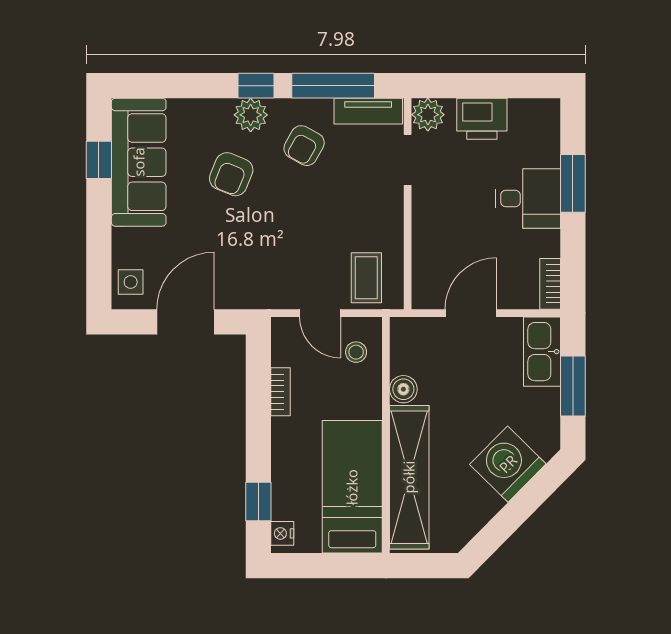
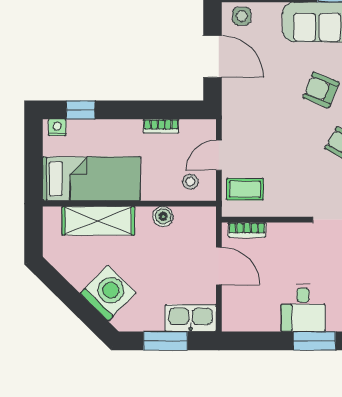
bookcase: (550, 284) -> (247, 230), moved, turned 180
shelving: (409, 477) -> (98, 221), width x0.68

